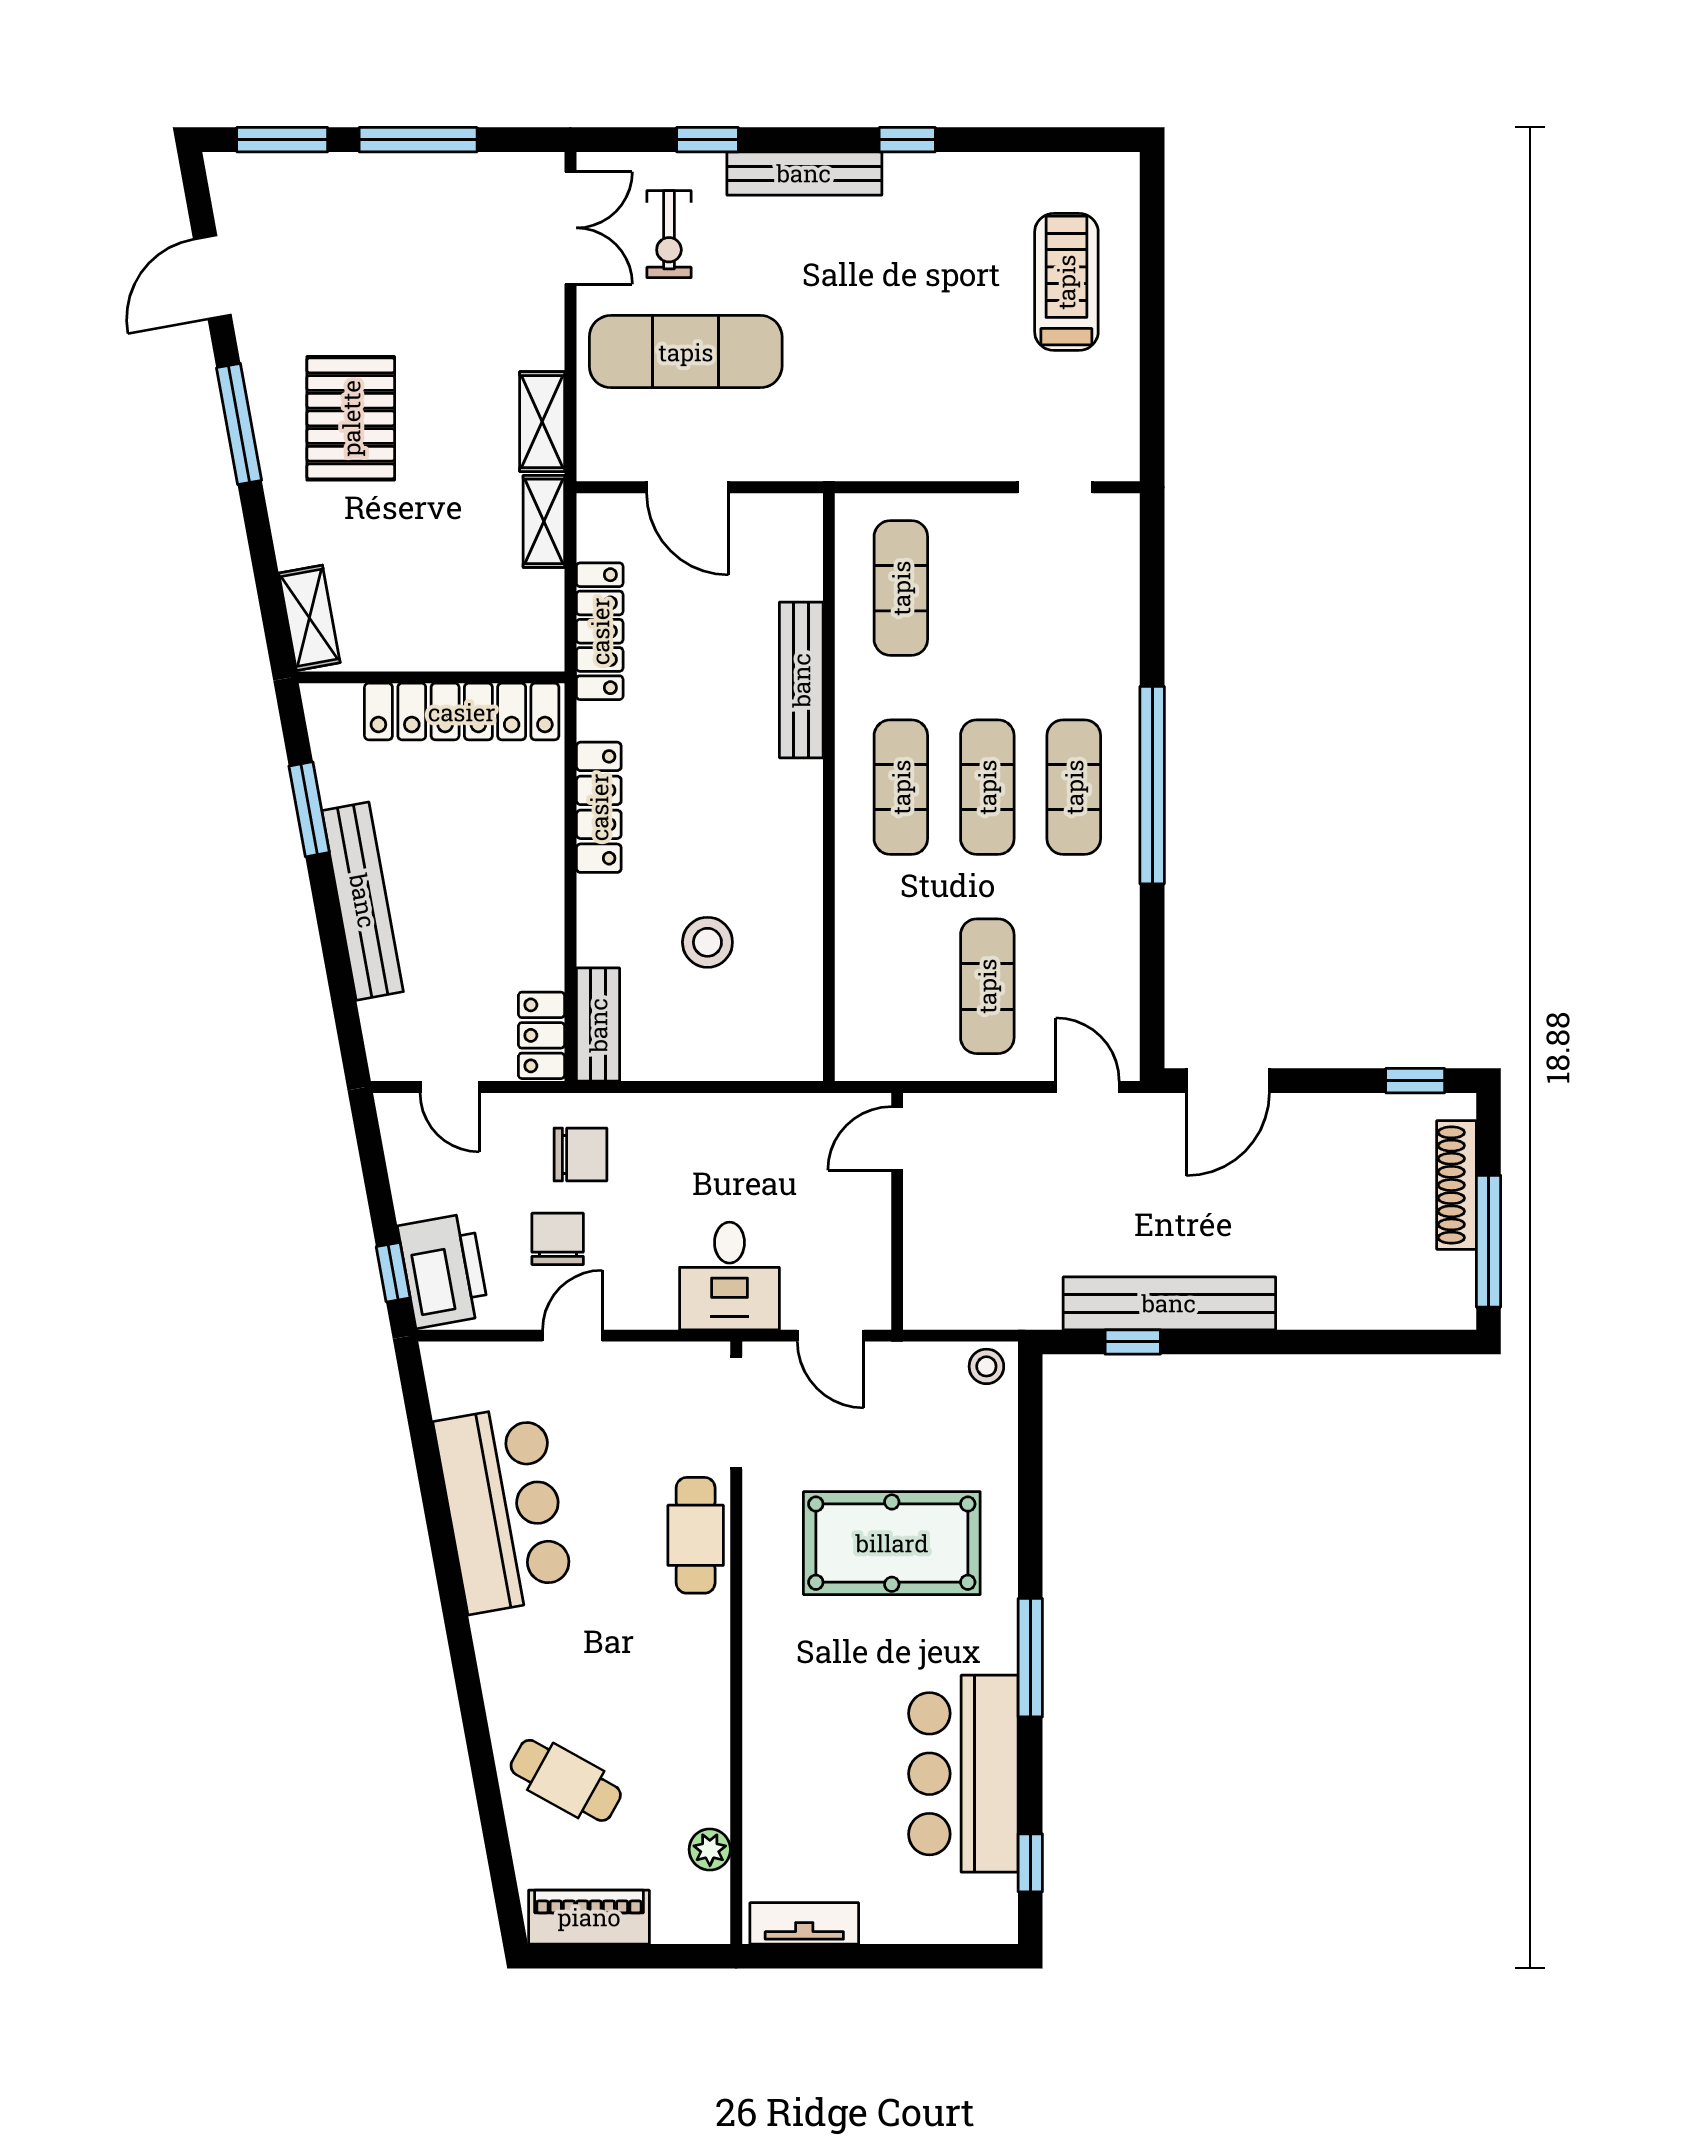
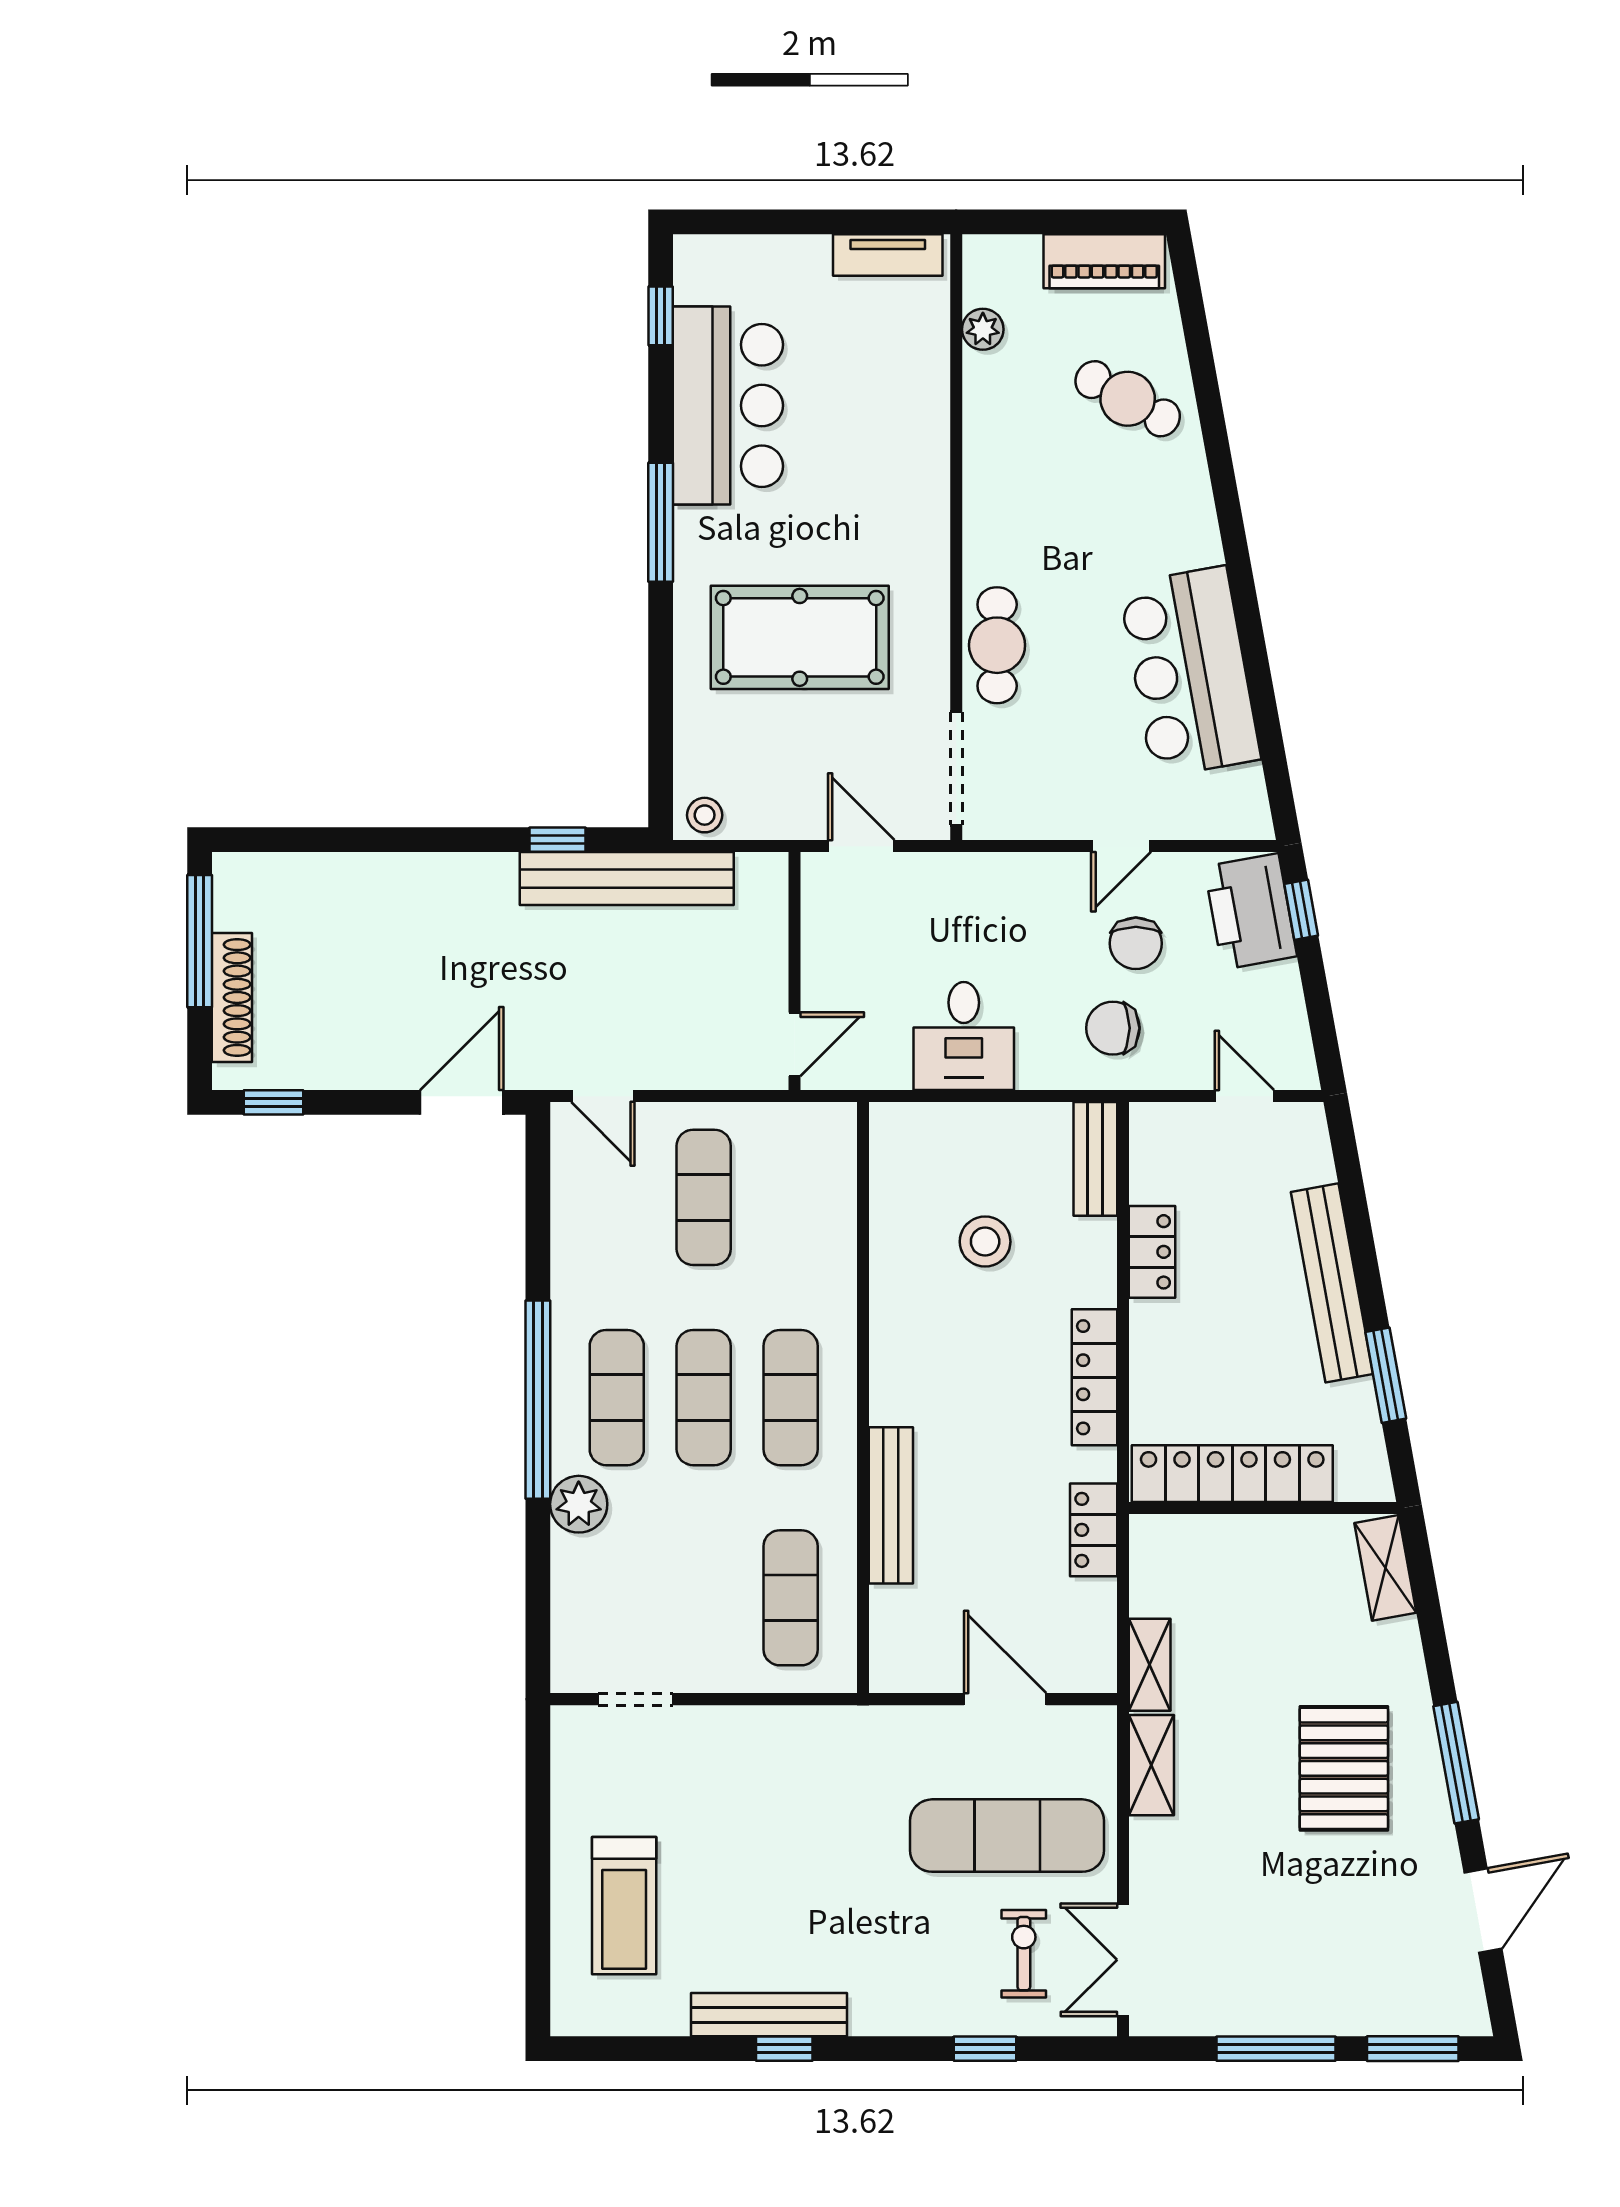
bench: (804, 173) -> (769, 2015), moved
locker: (600, 631) -> (1094, 1530), width x0.66
plant: (1112, 681) -> (579, 1504), added
locker: (541, 1035) -> (1152, 1252), moved
desk: (729, 1276) -> (964, 1036), moved, turned 180
bench: (1169, 1303) -> (627, 878), moved

